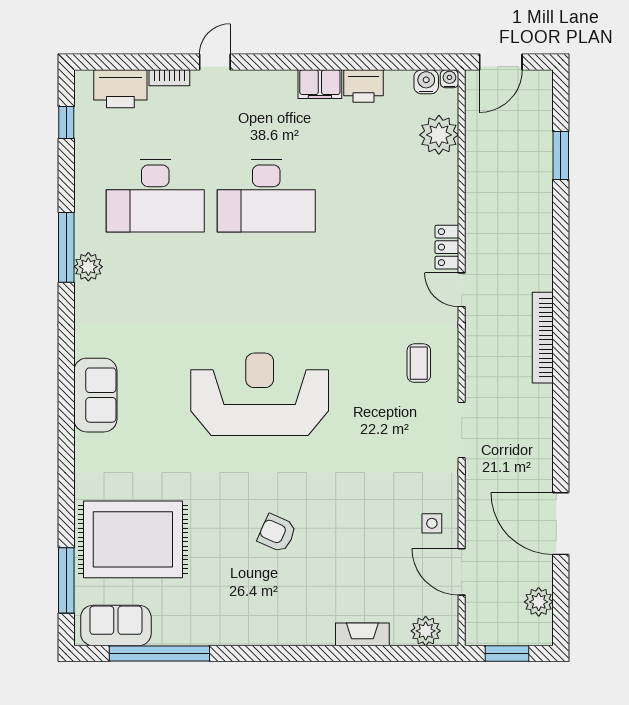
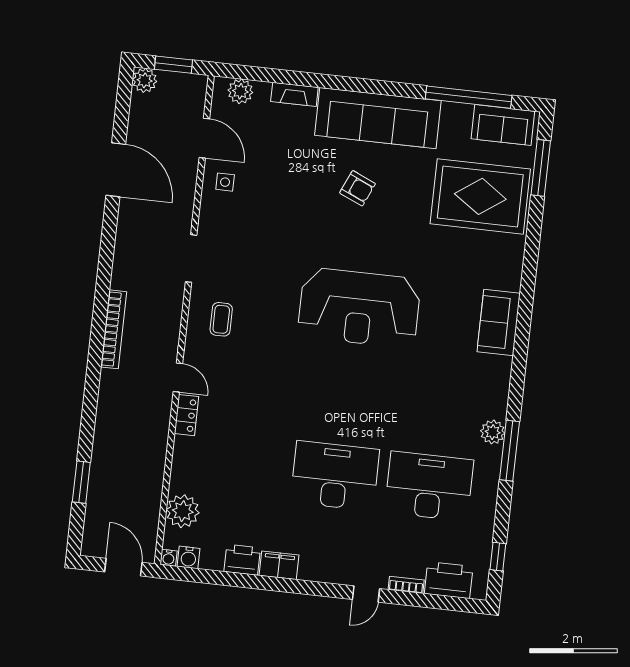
door: (501, 62) -> (123, 567), hinge flipped
plant: (539, 602) -> (145, 80), moved
sofa: (262, 617) -> (378, 118), added

